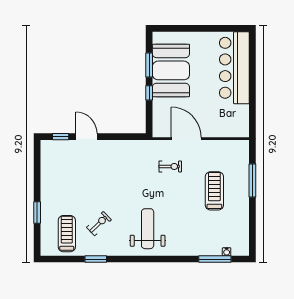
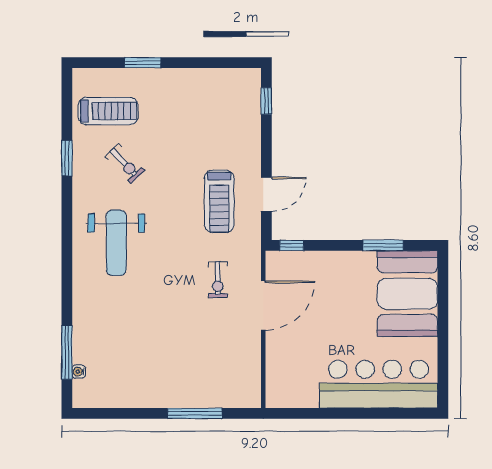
booth: (171, 70) -> (407, 294), moved, turned 90
window: (149, 93) -> (292, 245), moved
door: (86, 137) -> (266, 194), moved
treadmill: (214, 191) -> (219, 201), moved, turned 90
weight bench: (148, 229) -> (116, 243), turned 90

